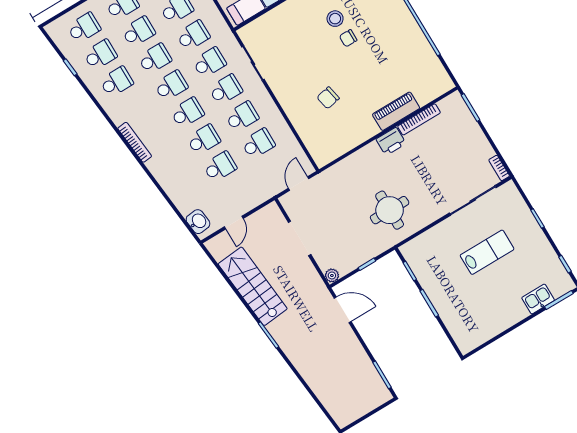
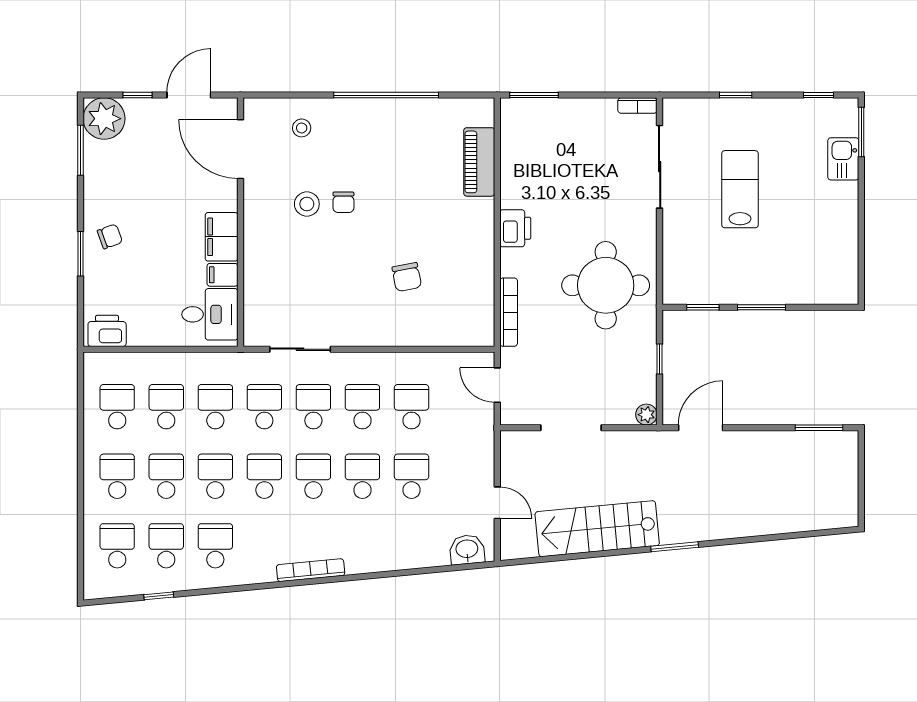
piano: (396, 111) -> (479, 162), moved
bookcase: (419, 119) -> (509, 312), moved
round table: (390, 210) -> (606, 285), width x1.36, depth x1.36

